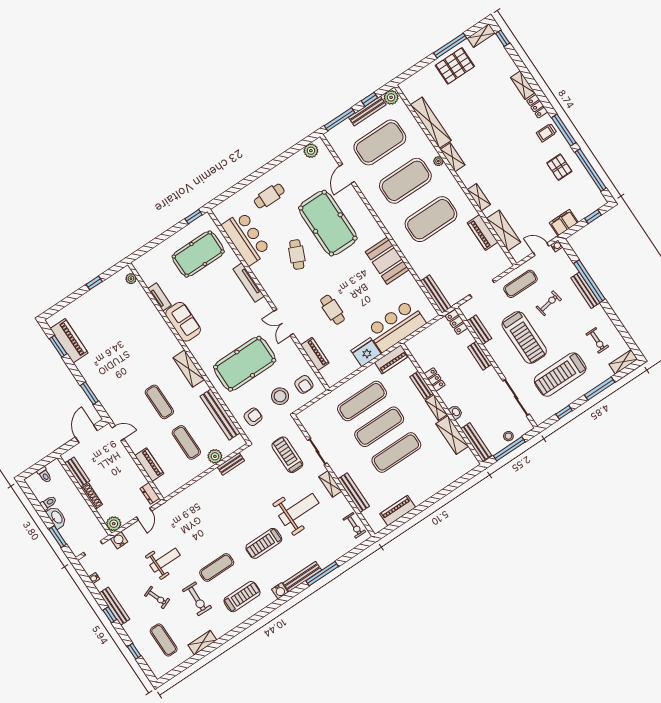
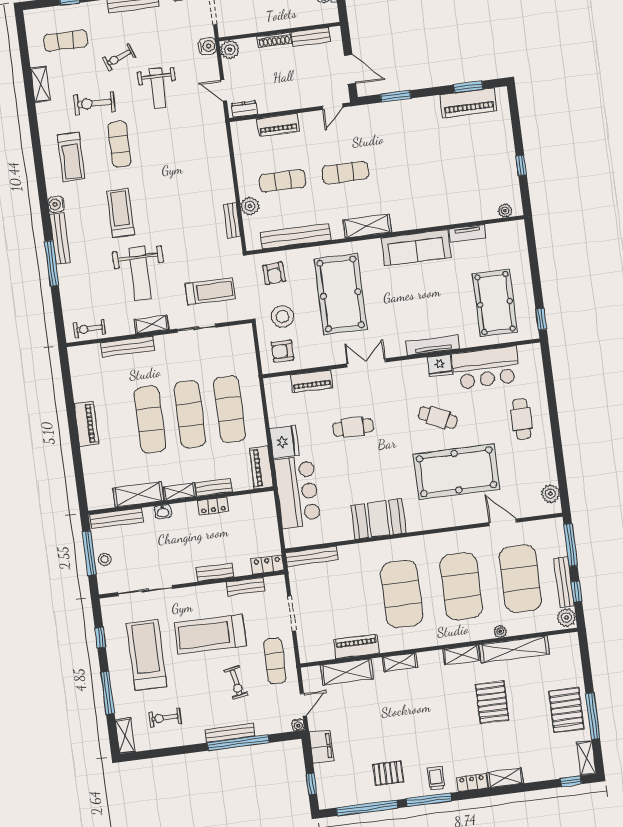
pallet: (475, 120) -> (492, 702), added
plant: (438, 161) -> (500, 631), moved
fridge: (260, 271) -> (440, 365), added
sofa: (183, 322) -> (416, 248), width x1.36
piano: (398, 511) -> (86, 424), moved

